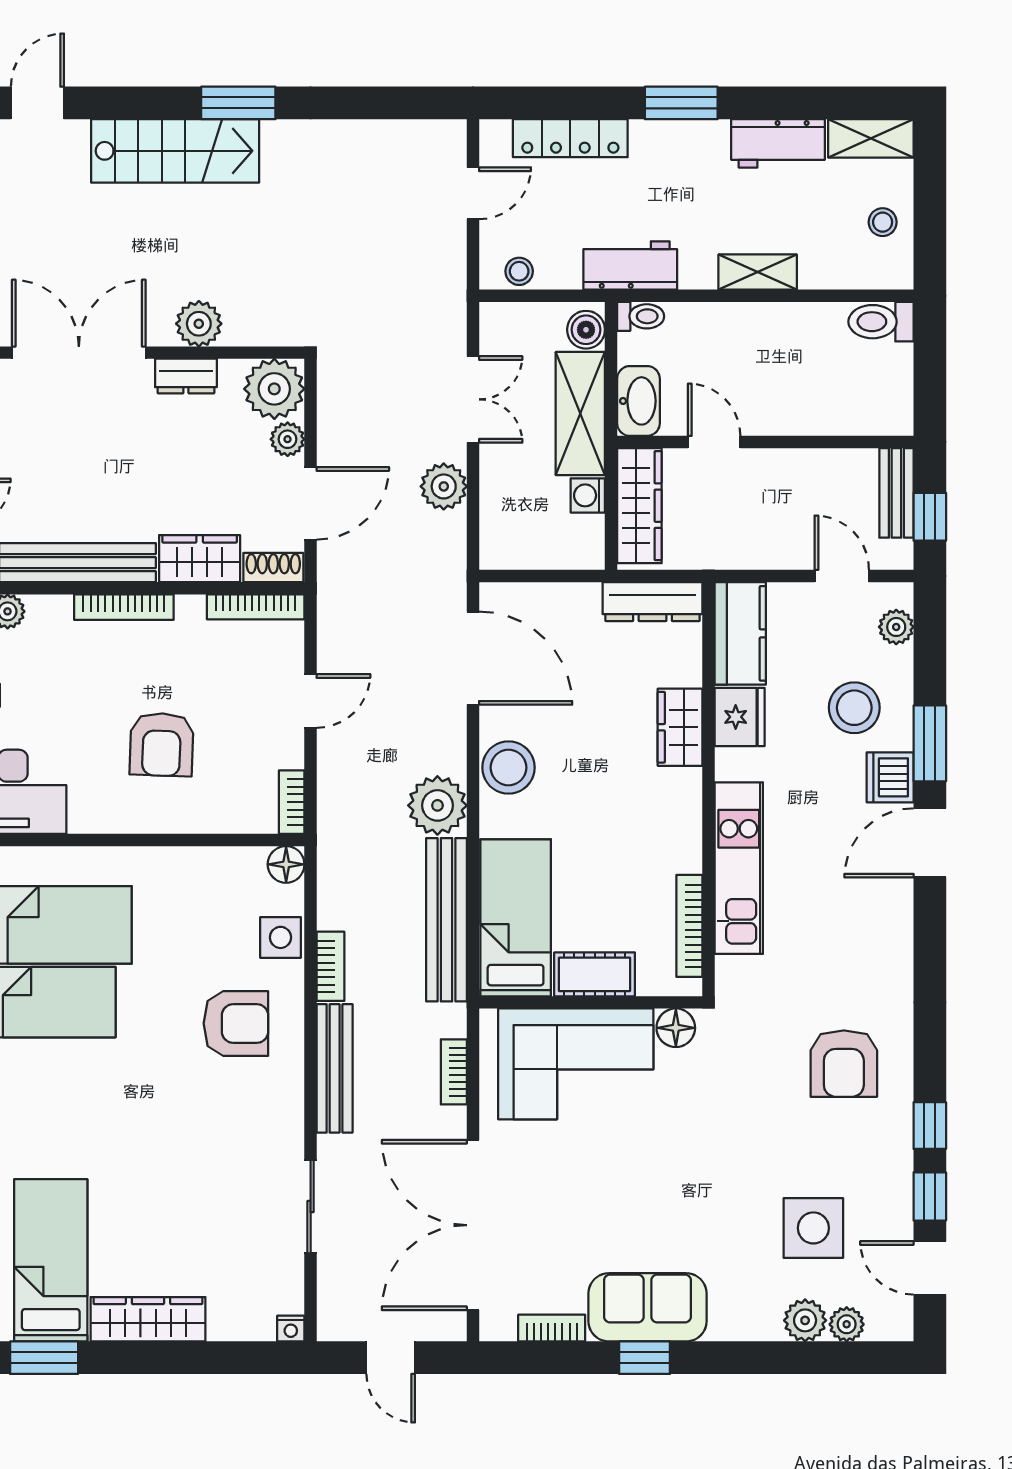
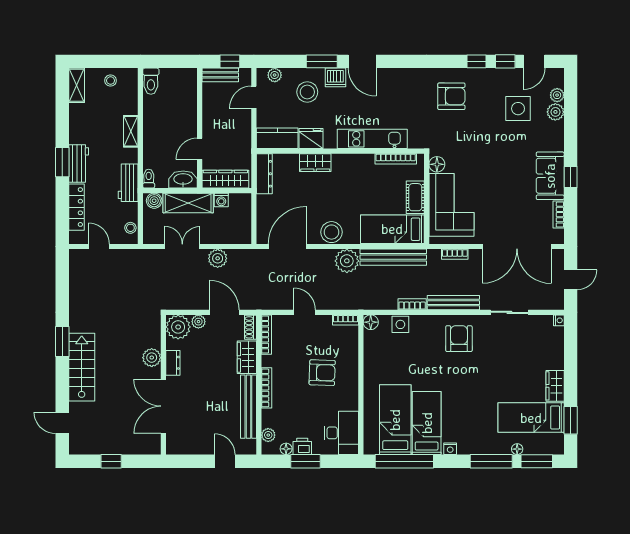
workbench: (778, 143) -> (79, 163), moved
armchair: (236, 1023) -> (459, 339), moved
wardrobe: (148, 1319) -> (555, 386), width x0.67

